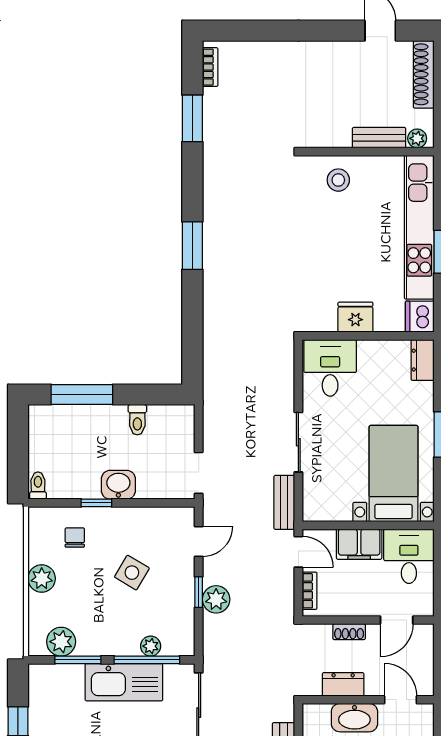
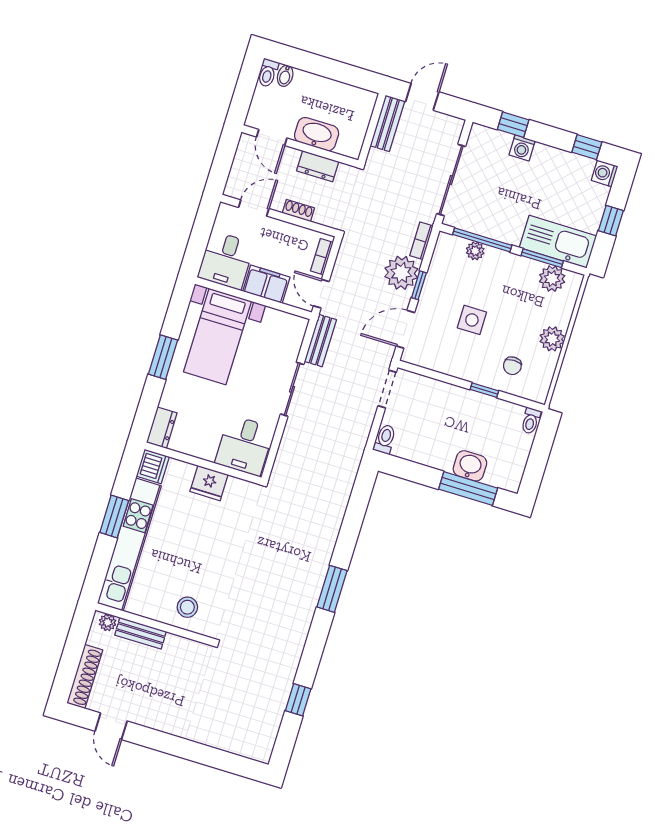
bookcase: (210, 67) -> (422, 241), moved
window: (192, 118) -> (298, 700), width x0.67
toilet: (137, 420) -> (385, 439), moved
washbasin: (118, 485) -> (470, 466), moved, turned 180
door: (199, 541) -> (405, 329), width x1.38
side table: (132, 573) -> (472, 320), turned -31
plant: (216, 599) -> (401, 273), width x1.36, depth x1.36
kitchen sink: (124, 682) -> (558, 242), moved

